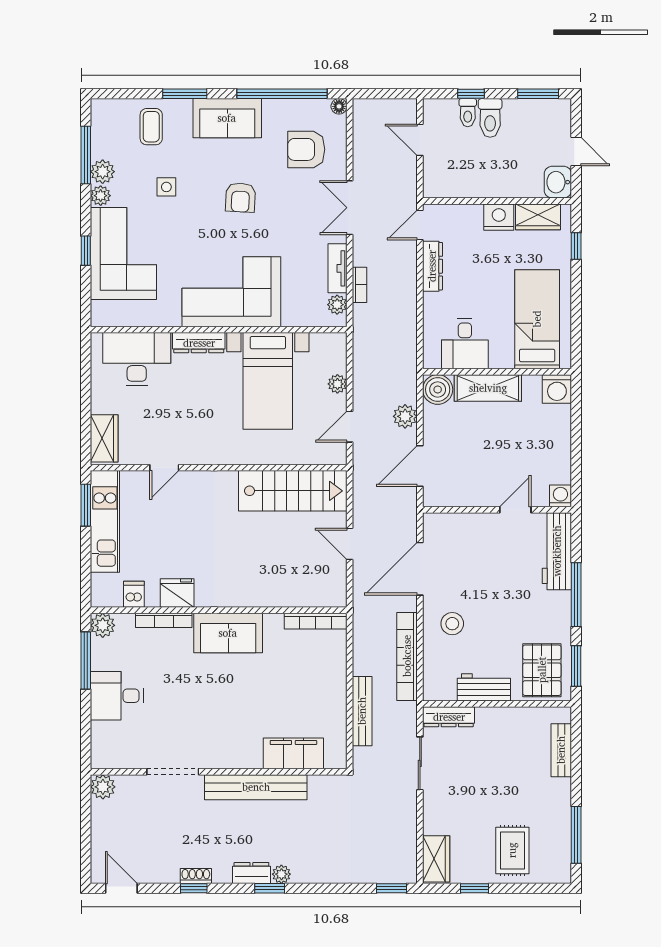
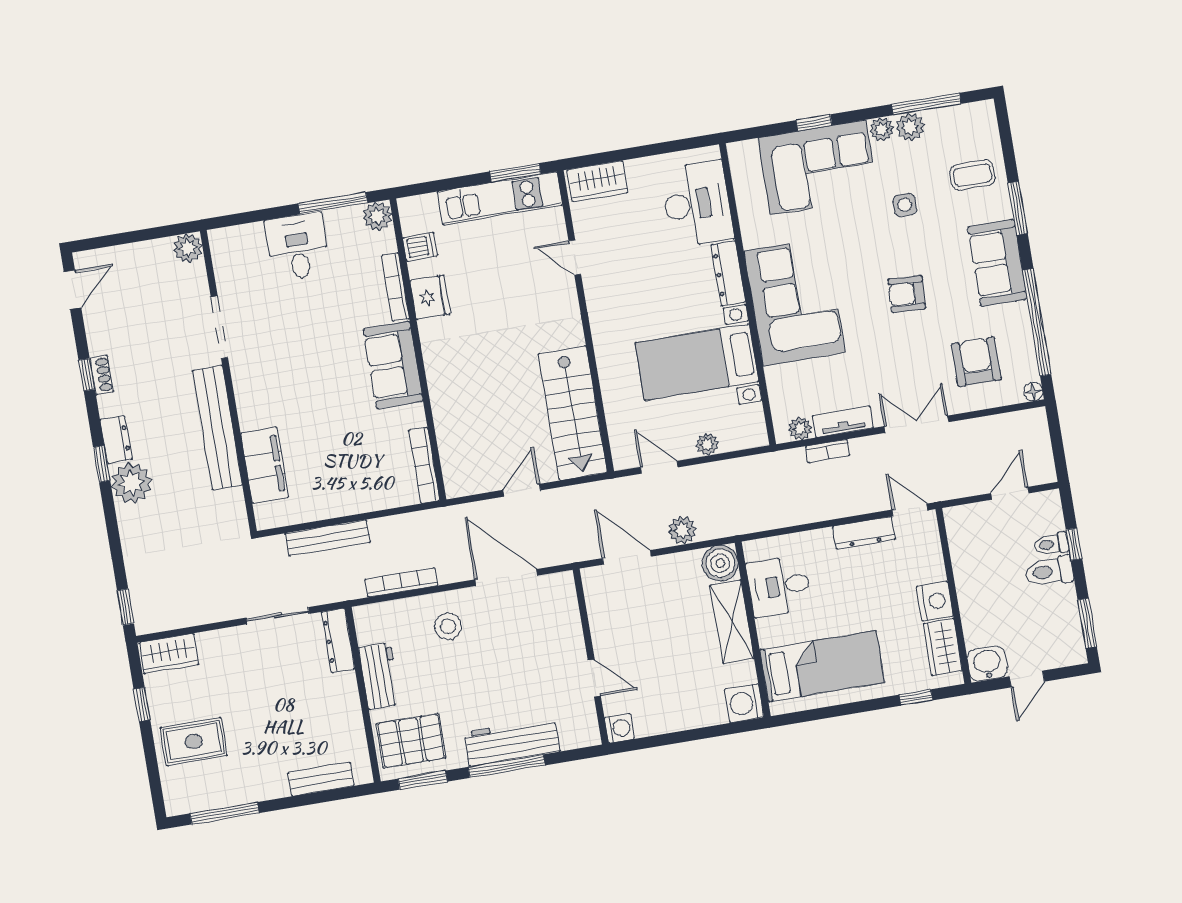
workbench: (557, 551) -> (512, 742), moved
bookcase: (407, 656) -> (401, 582), width x0.68, depth x0.76
plant: (281, 874) -> (131, 483), width x1.88, depth x1.88

